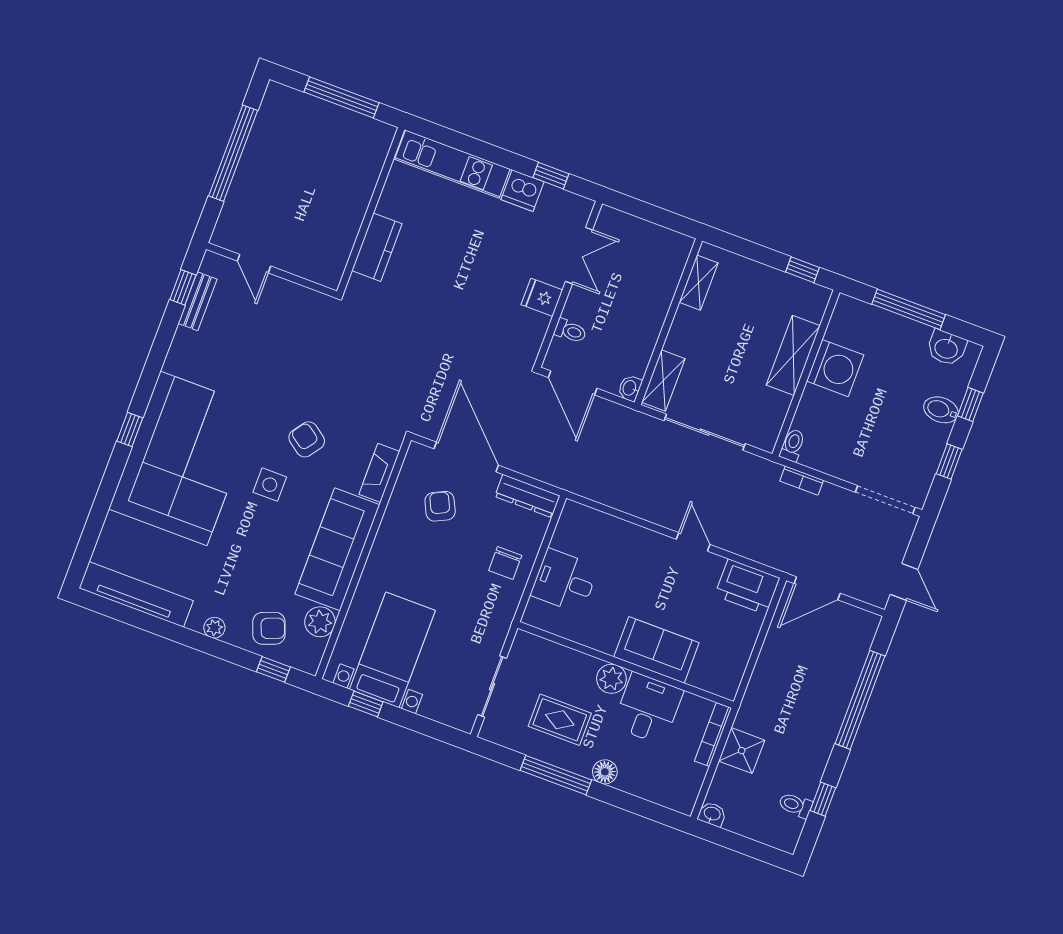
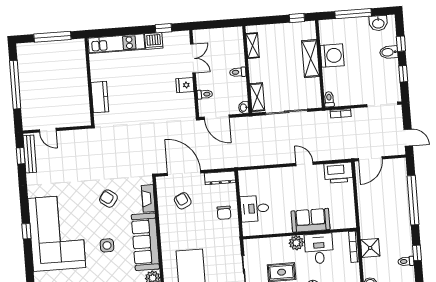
bench: (198, 301) -> (30, 154), width x1.36
toilet: (649, 318) -> (238, 72), added
side table: (270, 485) -> (107, 245), moved

